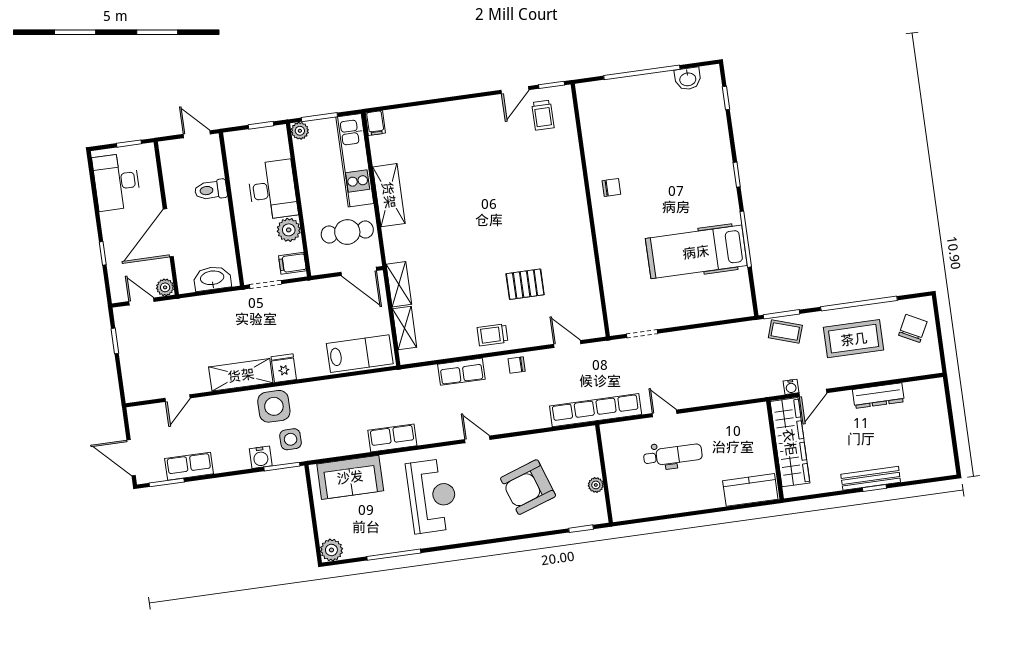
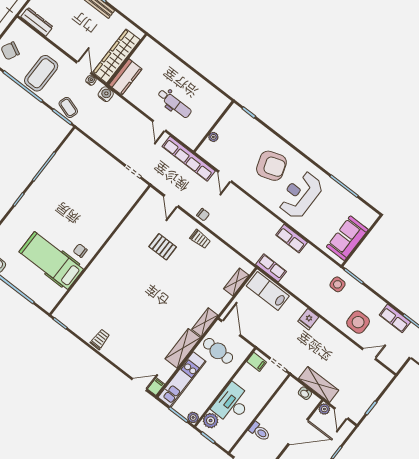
door: (515, 90) -> (139, 385), moved
trolley: (543, 115) -> (100, 339), moved
plant: (289, 230) -> (211, 421), moved
hospital bed: (696, 252) -> (51, 261), moved, turned 180
washbasin: (212, 278) -> (305, 393), width x0.52, depth x0.69
shelving: (399, 284) -> (205, 322), moved
coffee table: (854, 339) -> (41, 73), turned 90
row of seats: (461, 372) -> (271, 268), moved
shelving: (241, 375) -> (319, 384), moved
door: (813, 393) -> (84, 68), hinge flipped
dresser: (878, 396) -> (37, 22), moved
side table: (274, 406) -> (358, 322), moved
door: (477, 439) -> (225, 176), moved
dental chair: (673, 455) -> (175, 104), turned 180
water cooler: (261, 457) -> (106, 94), moved
sofa: (350, 477) -> (347, 238), moved, turned -90
plant: (596, 485) -> (213, 137), moved
armchair: (528, 487) -> (271, 166), moved
kitchen counter: (750, 490) -> (125, 77), moved, turned -90
plant: (331, 550) -> (370, 216), removed

